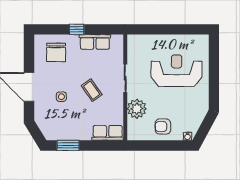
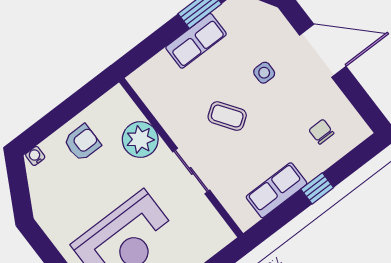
chair: (56, 52) -> (321, 132), width x0.54, depth x0.54
row of seats: (108, 133) -> (196, 41), moved

